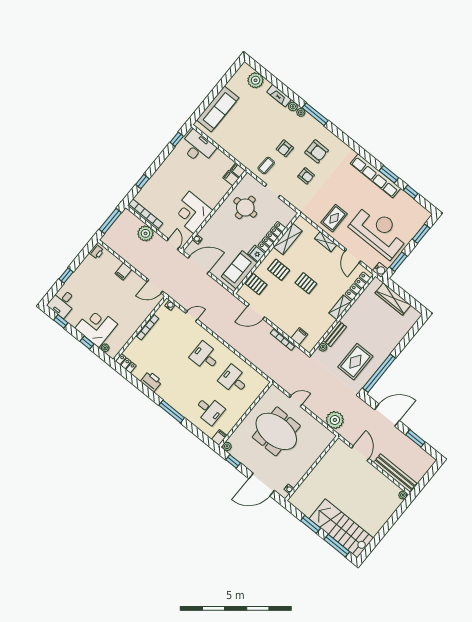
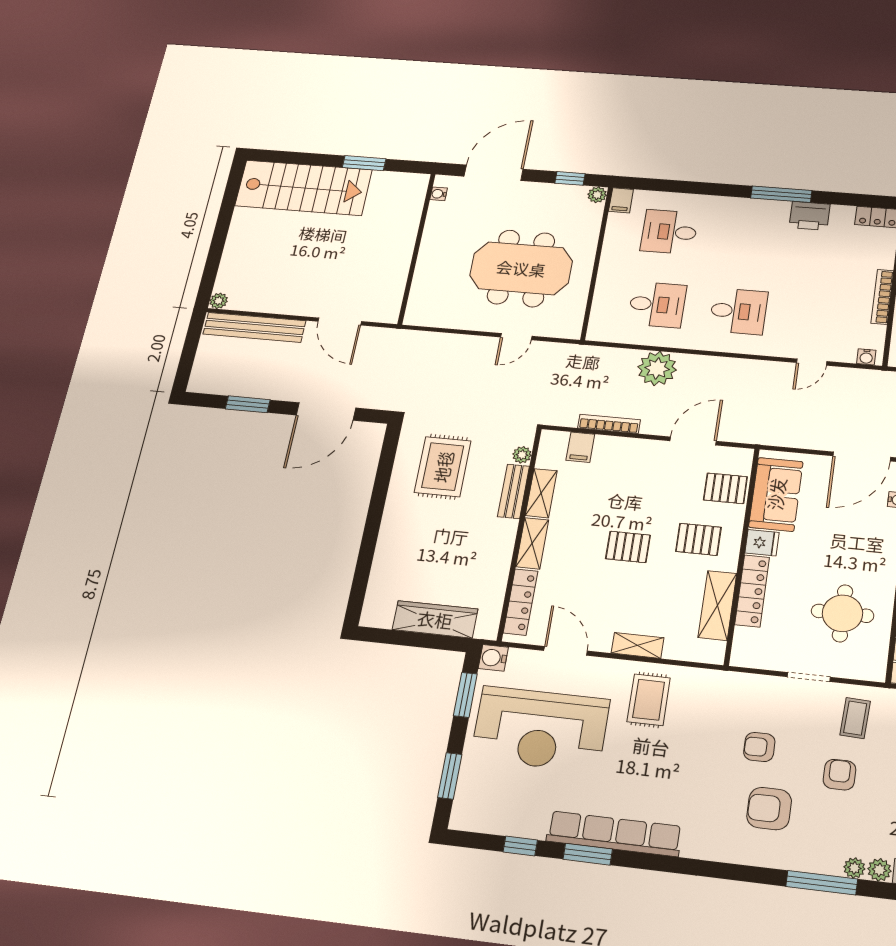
shelving: (325, 326) -> (541, 493), added
window: (379, 373) -> (384, 473), removed
window: (172, 412) -> (781, 194), moved
plant: (335, 420) -> (657, 368), moved
window: (337, 546) -> (296, 158), removed

